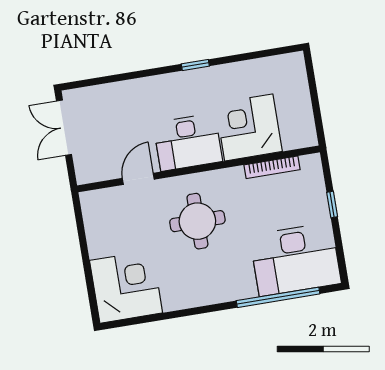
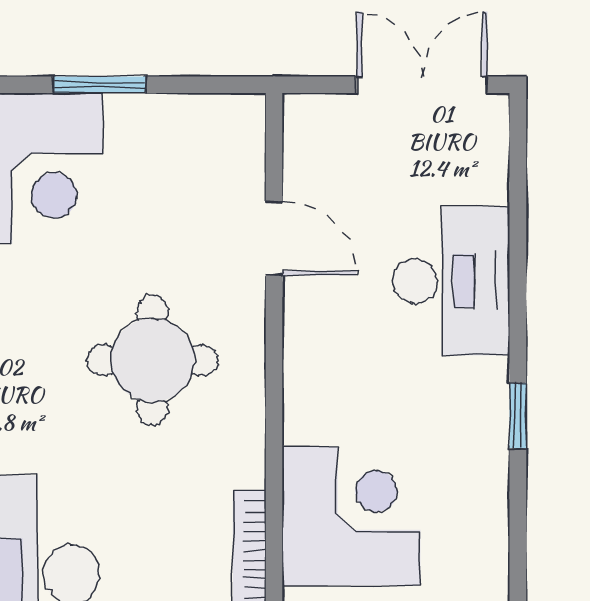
desk: (188, 142) -> (451, 281), moved, turned 180
window: (86, 262) -> (99, 85), added

